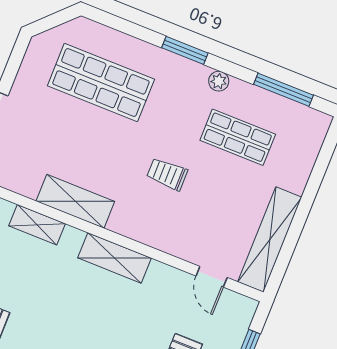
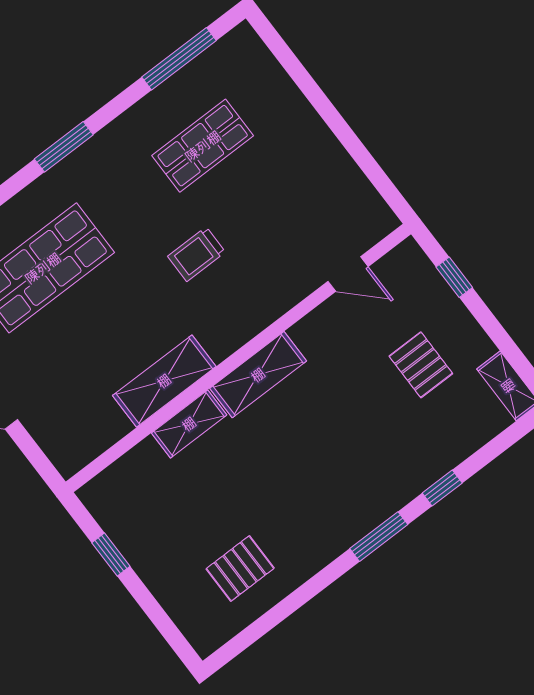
plant: (219, 81) -> (124, 129), removed
shelving: (37, 225) -> (189, 424), moved
shelving: (270, 240) -> (345, 180), removed

